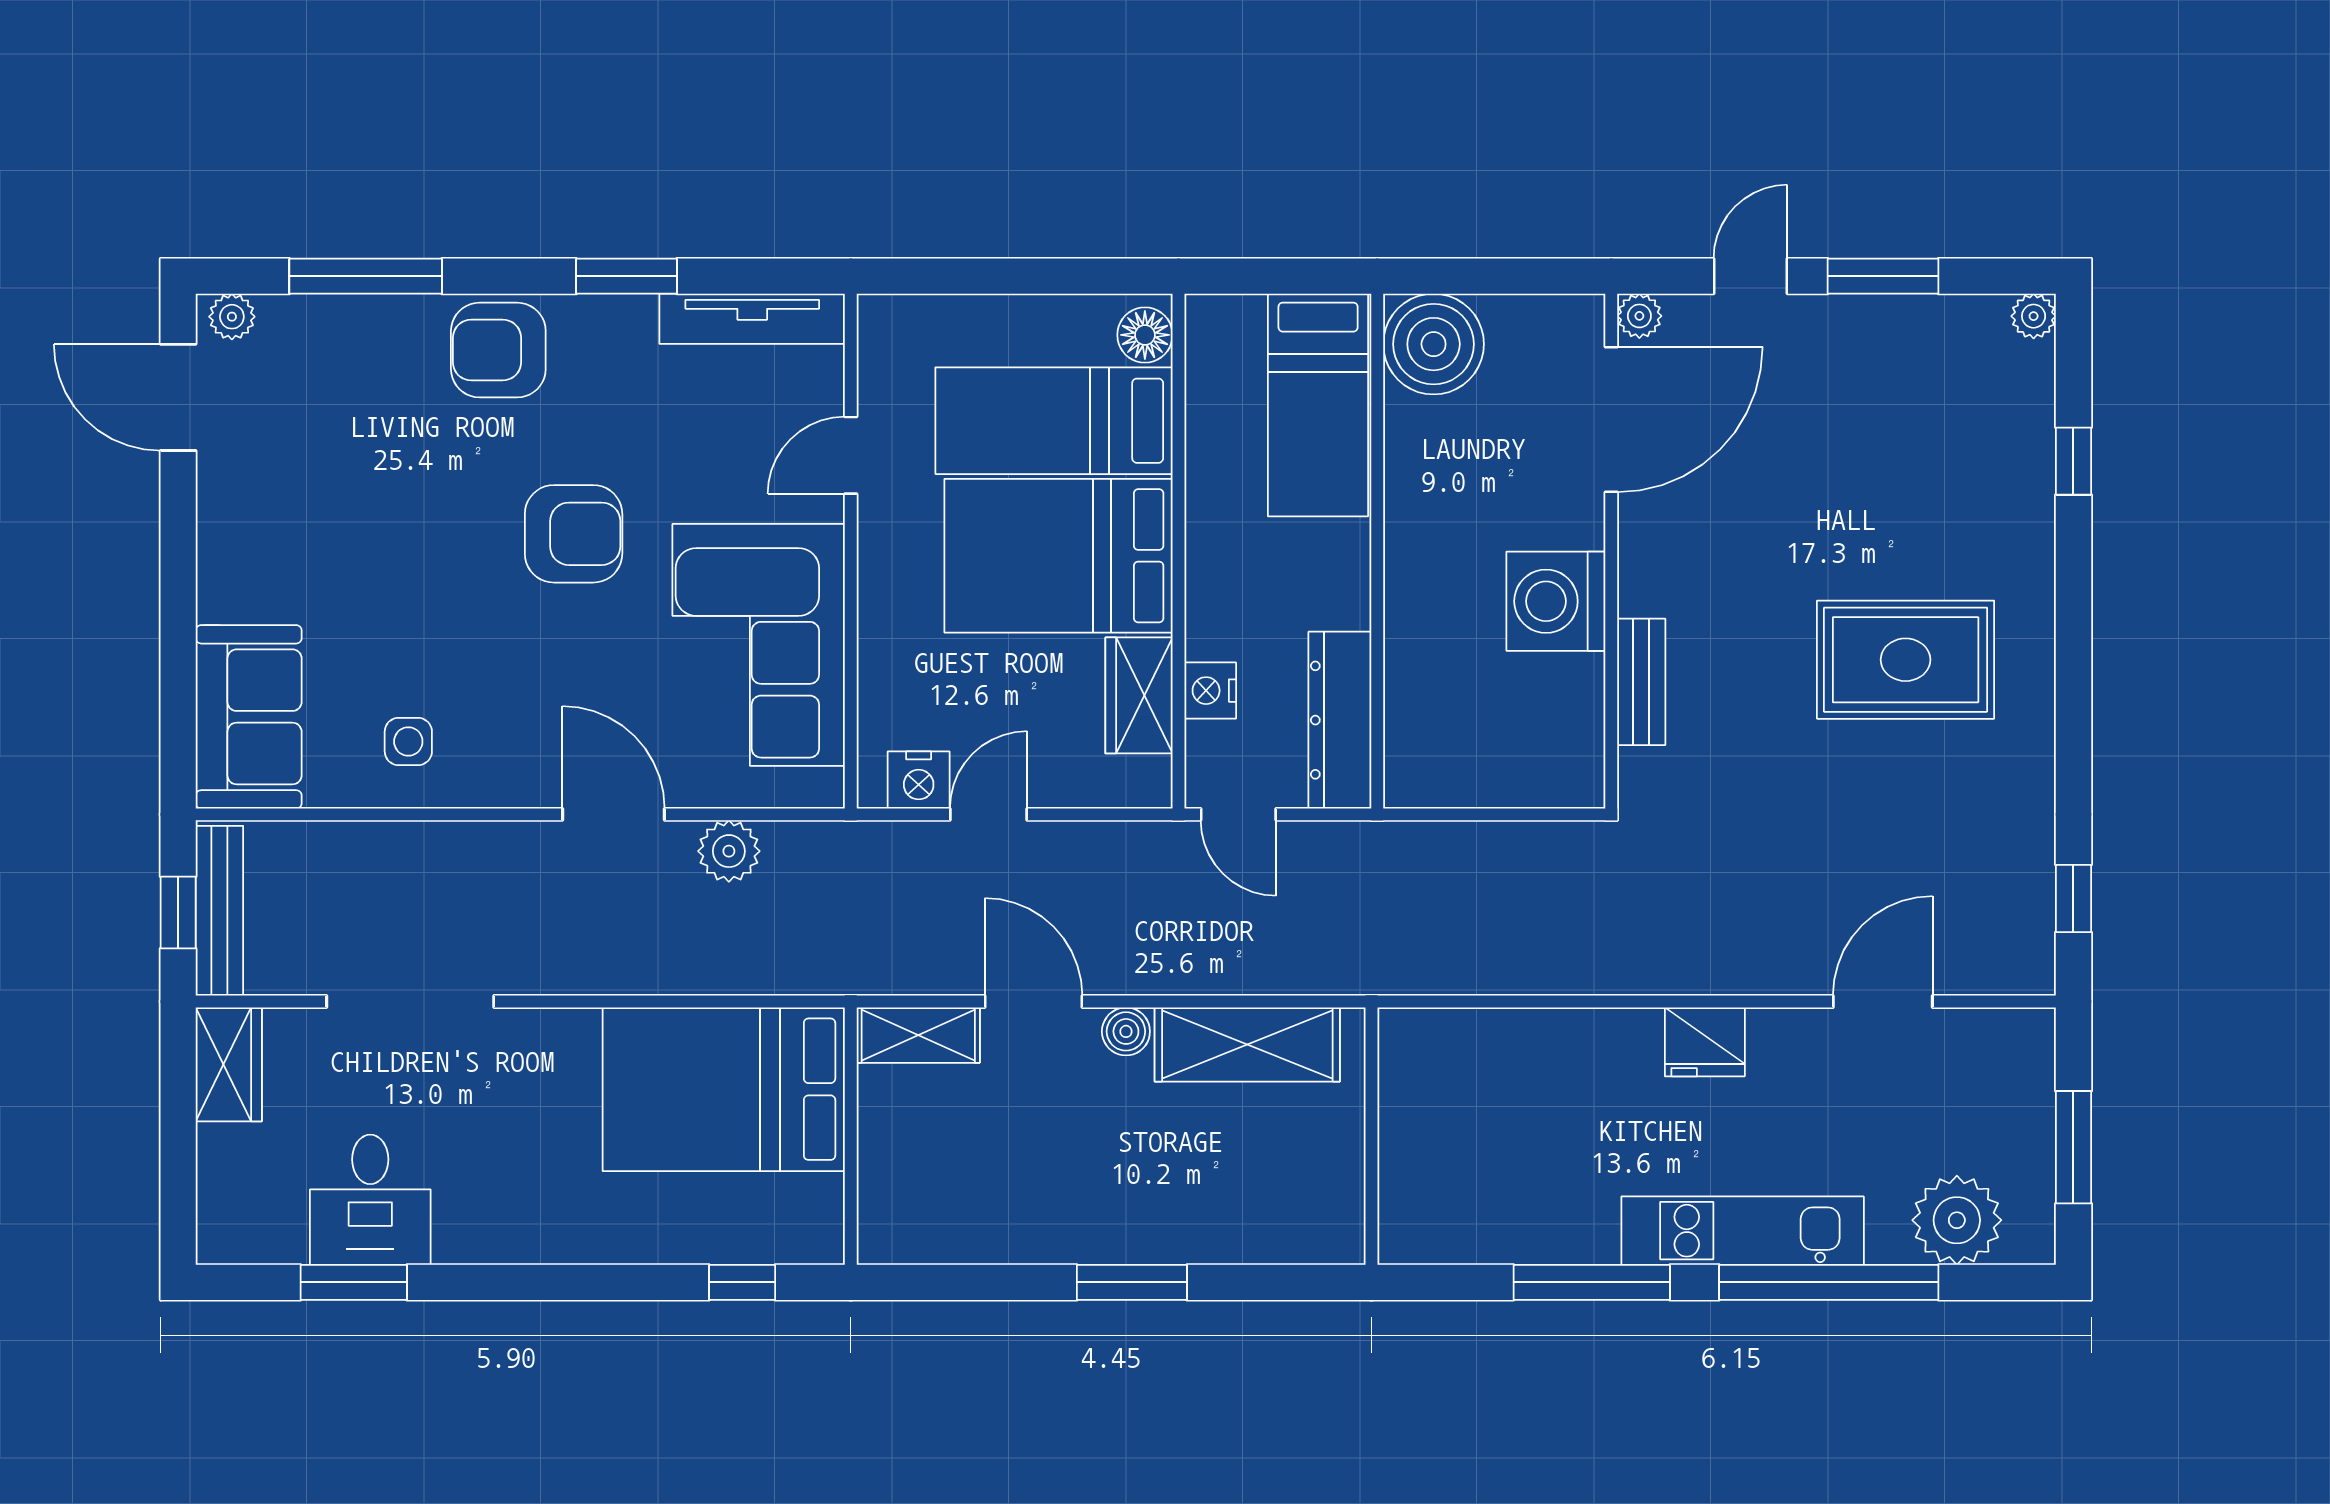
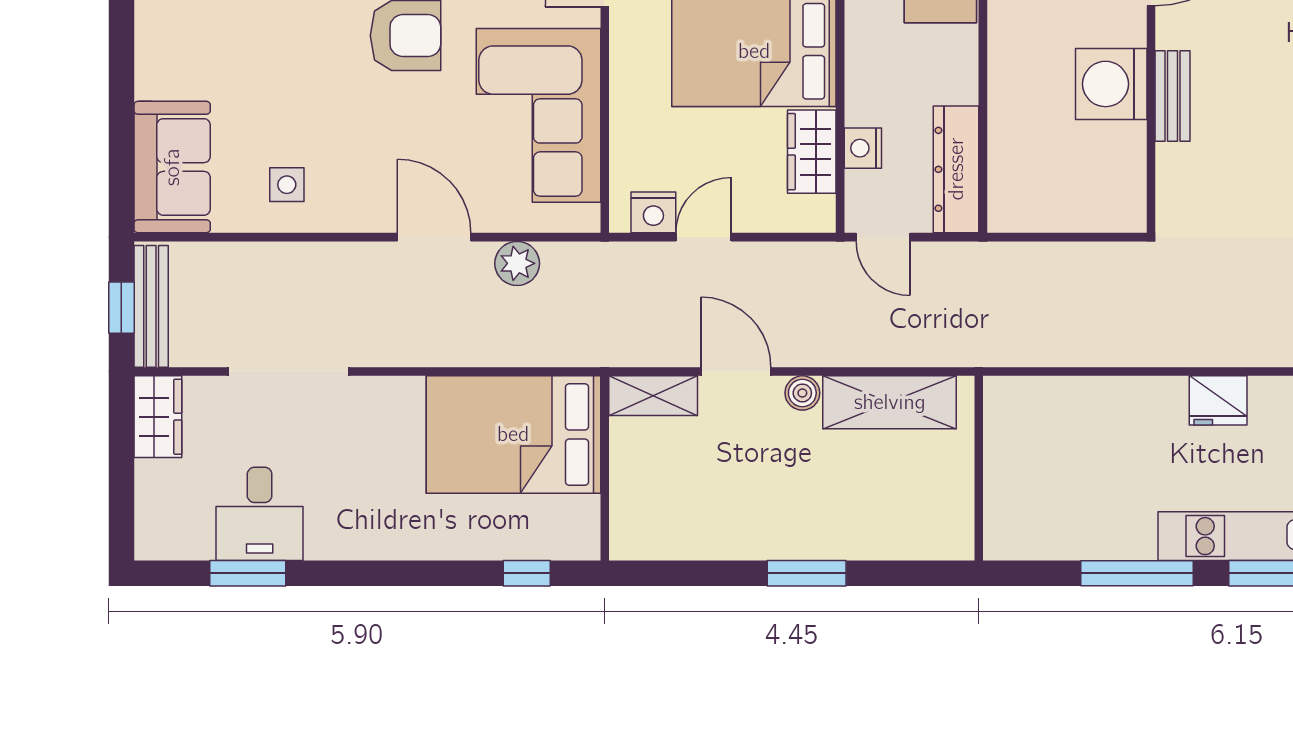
bench: (1641, 682) -> (1173, 96), moved

